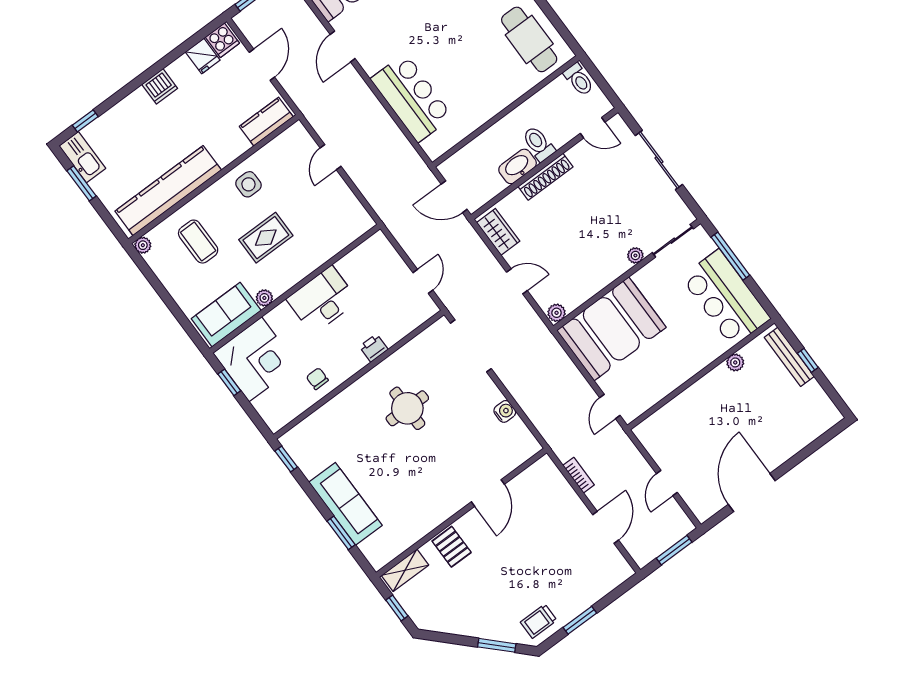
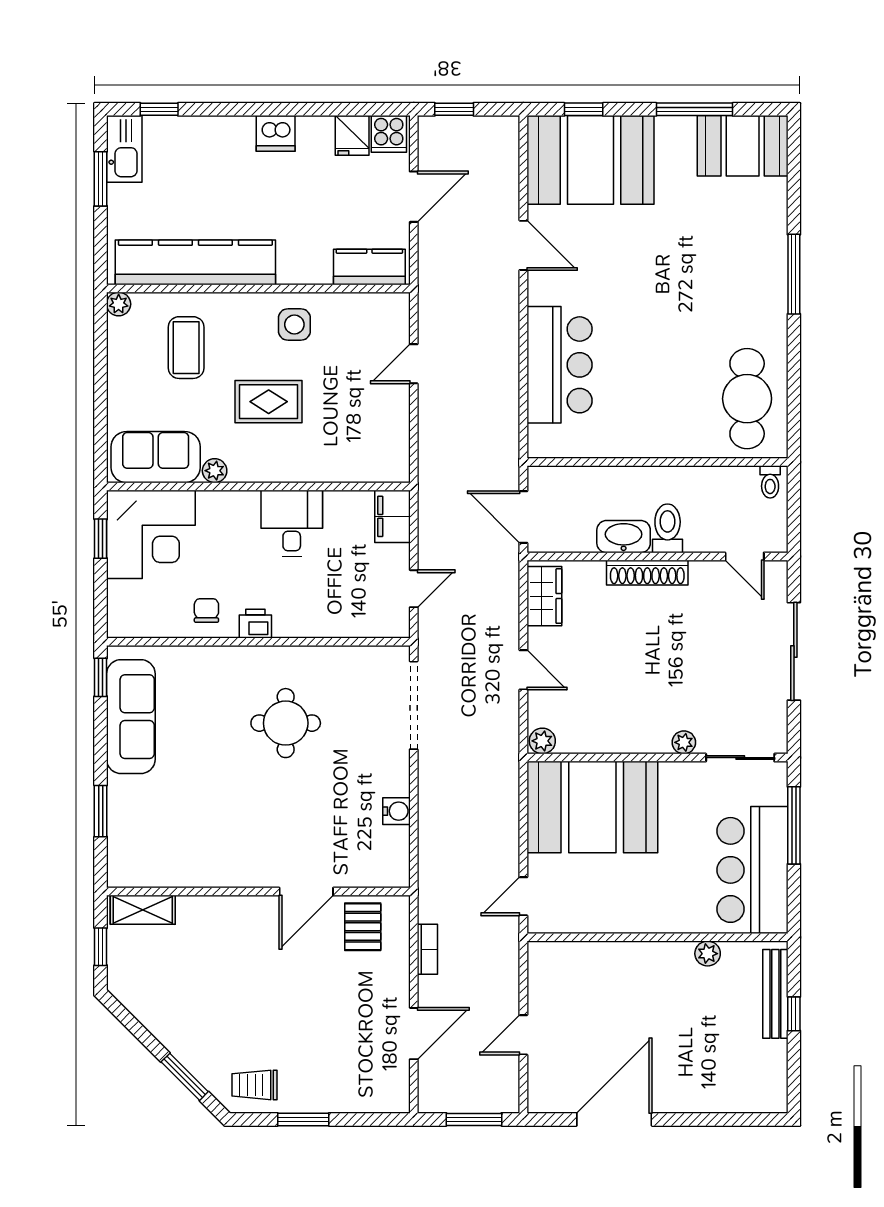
door: (343, 47) -> (523, 245), swing flipped
toilet: (579, 79) -> (770, 482), width x0.73, depth x0.72
filing cabinet: (382, 250) -> (393, 516), added
desk: (322, 300) -> (292, 523), width x0.73
printer: (374, 348) -> (255, 624), moved
sofa: (345, 504) -> (131, 717), moved
pallet: (452, 547) -> (363, 927), moved

